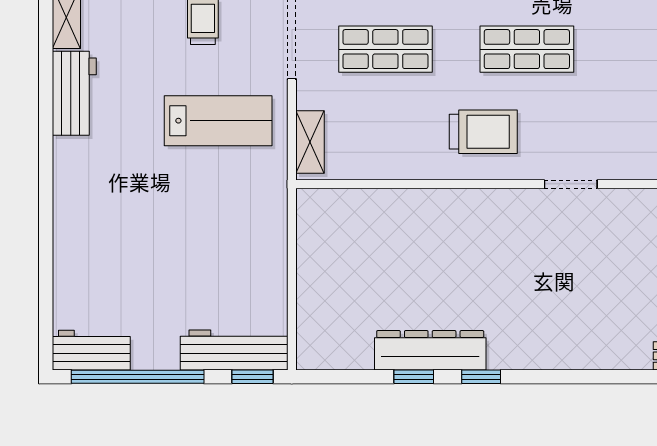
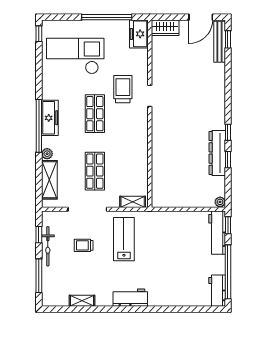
workbench: (74, 93) -> (130, 298), moved
trolley: (483, 132) -> (123, 89), moved
plant: (310, 357) -> (220, 202), added

